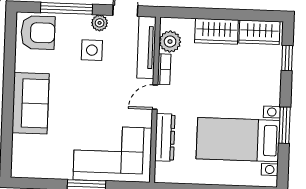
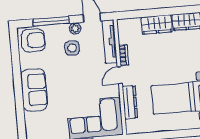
plant: (170, 42) -> (125, 35), removed

